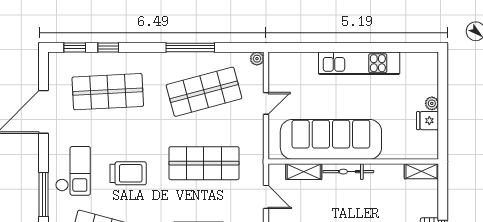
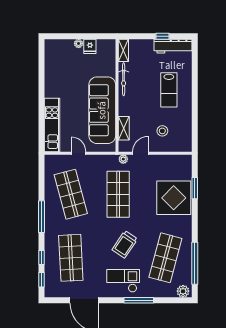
window: (190, 47) -> (41, 217), moved
plant: (257, 59) -> (123, 159), moved
kitchen unit: (359, 63) -> (52, 125), moved
bicycle: (348, 172) -> (124, 79), moved
trolley: (128, 173) -> (125, 244), turned -146

